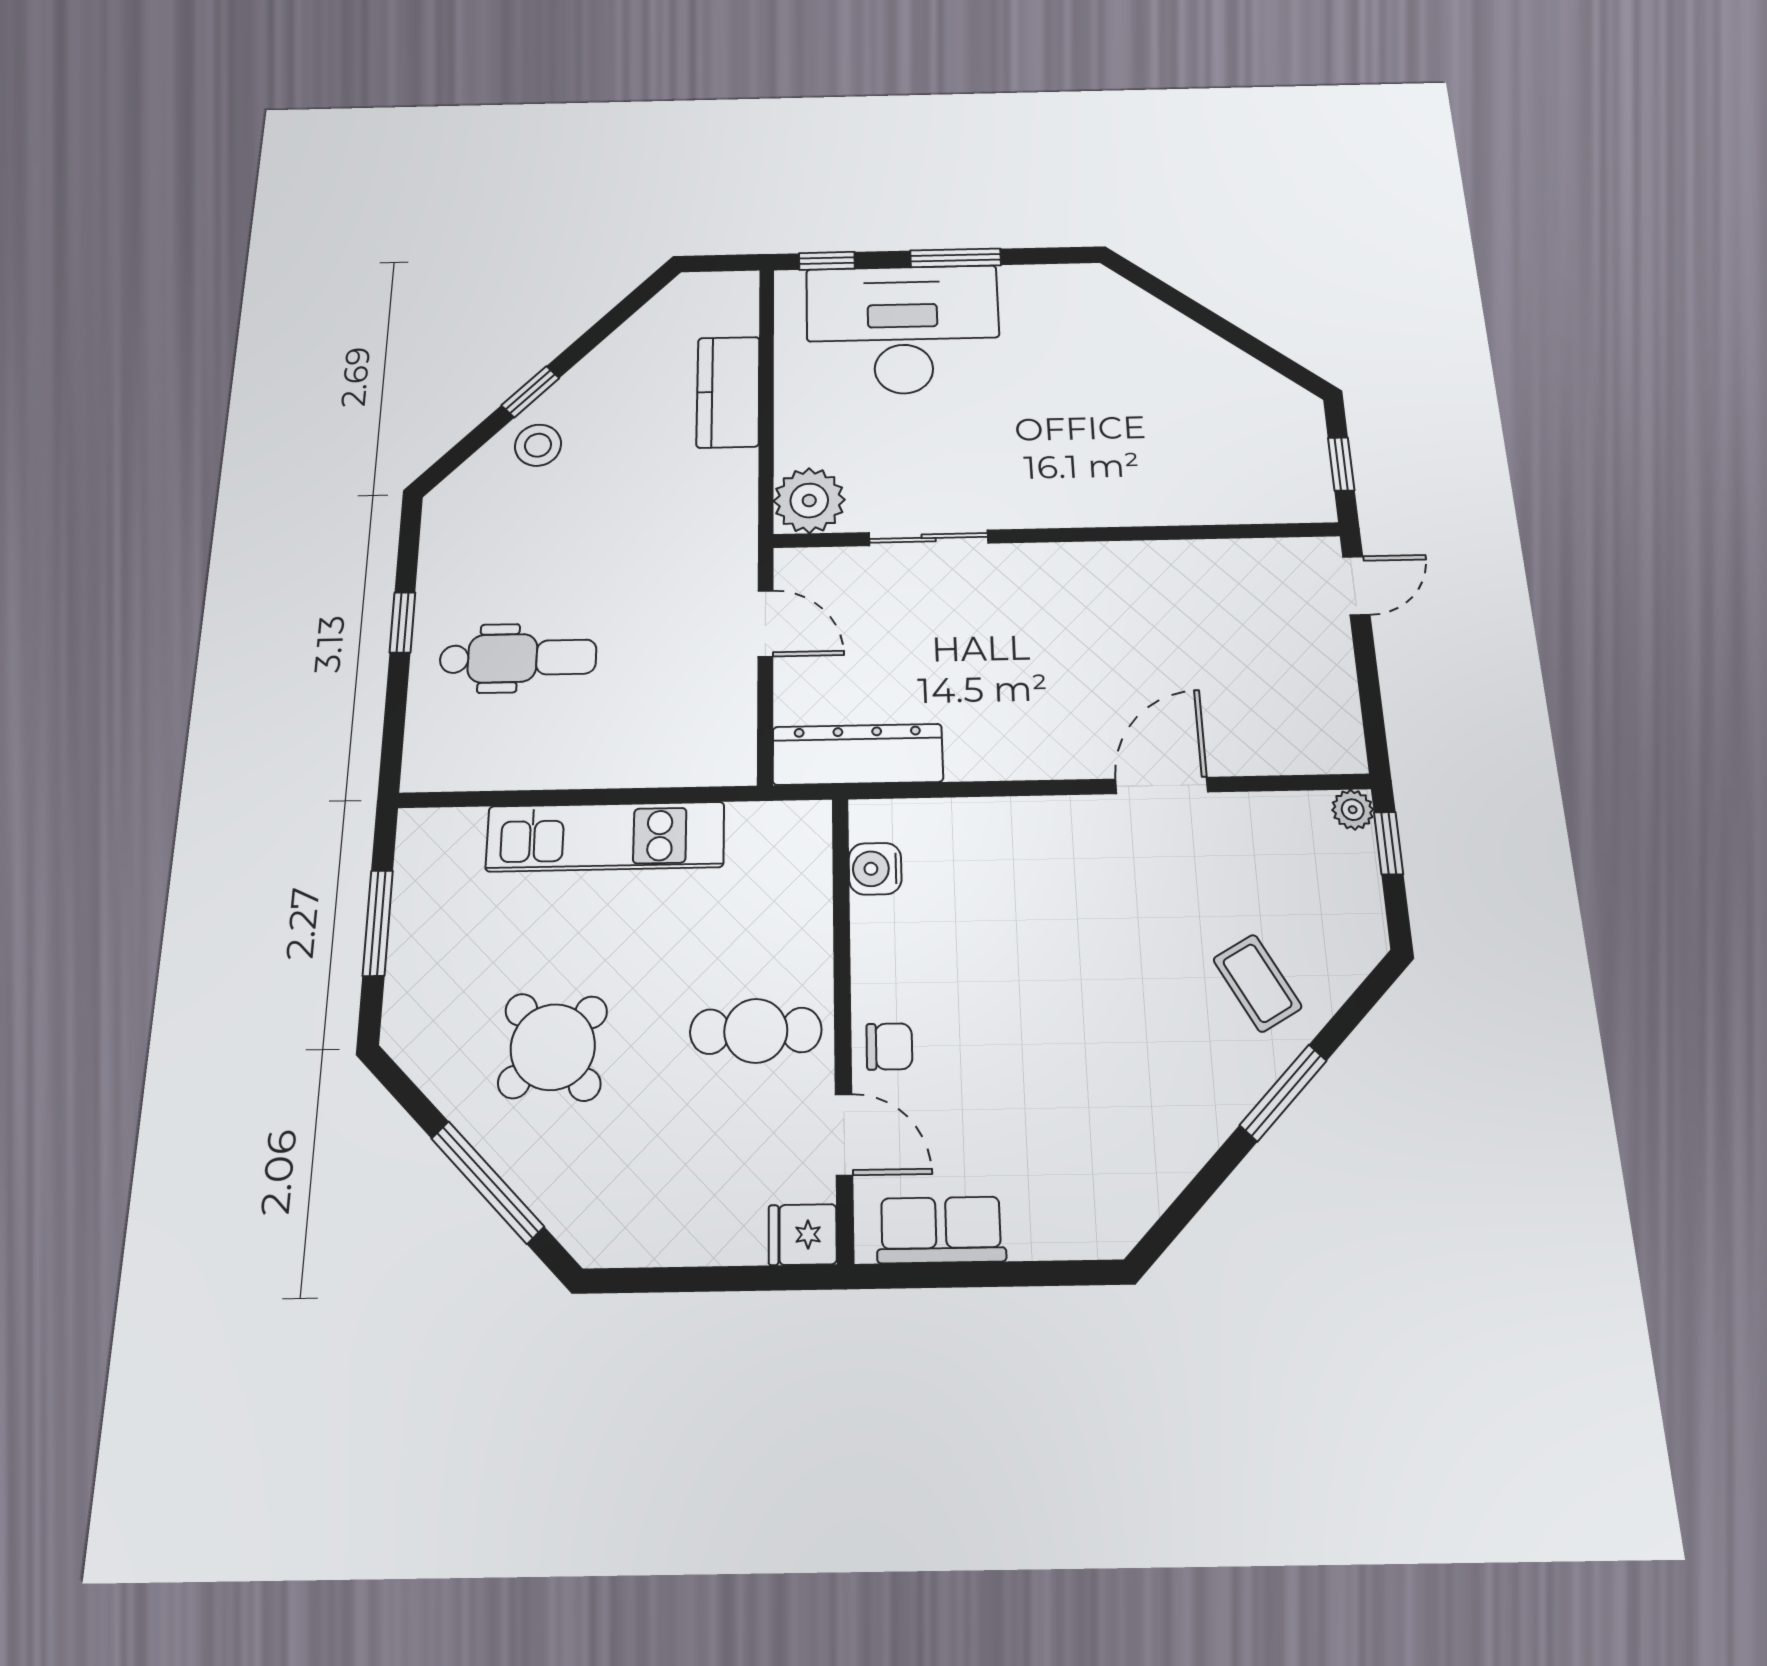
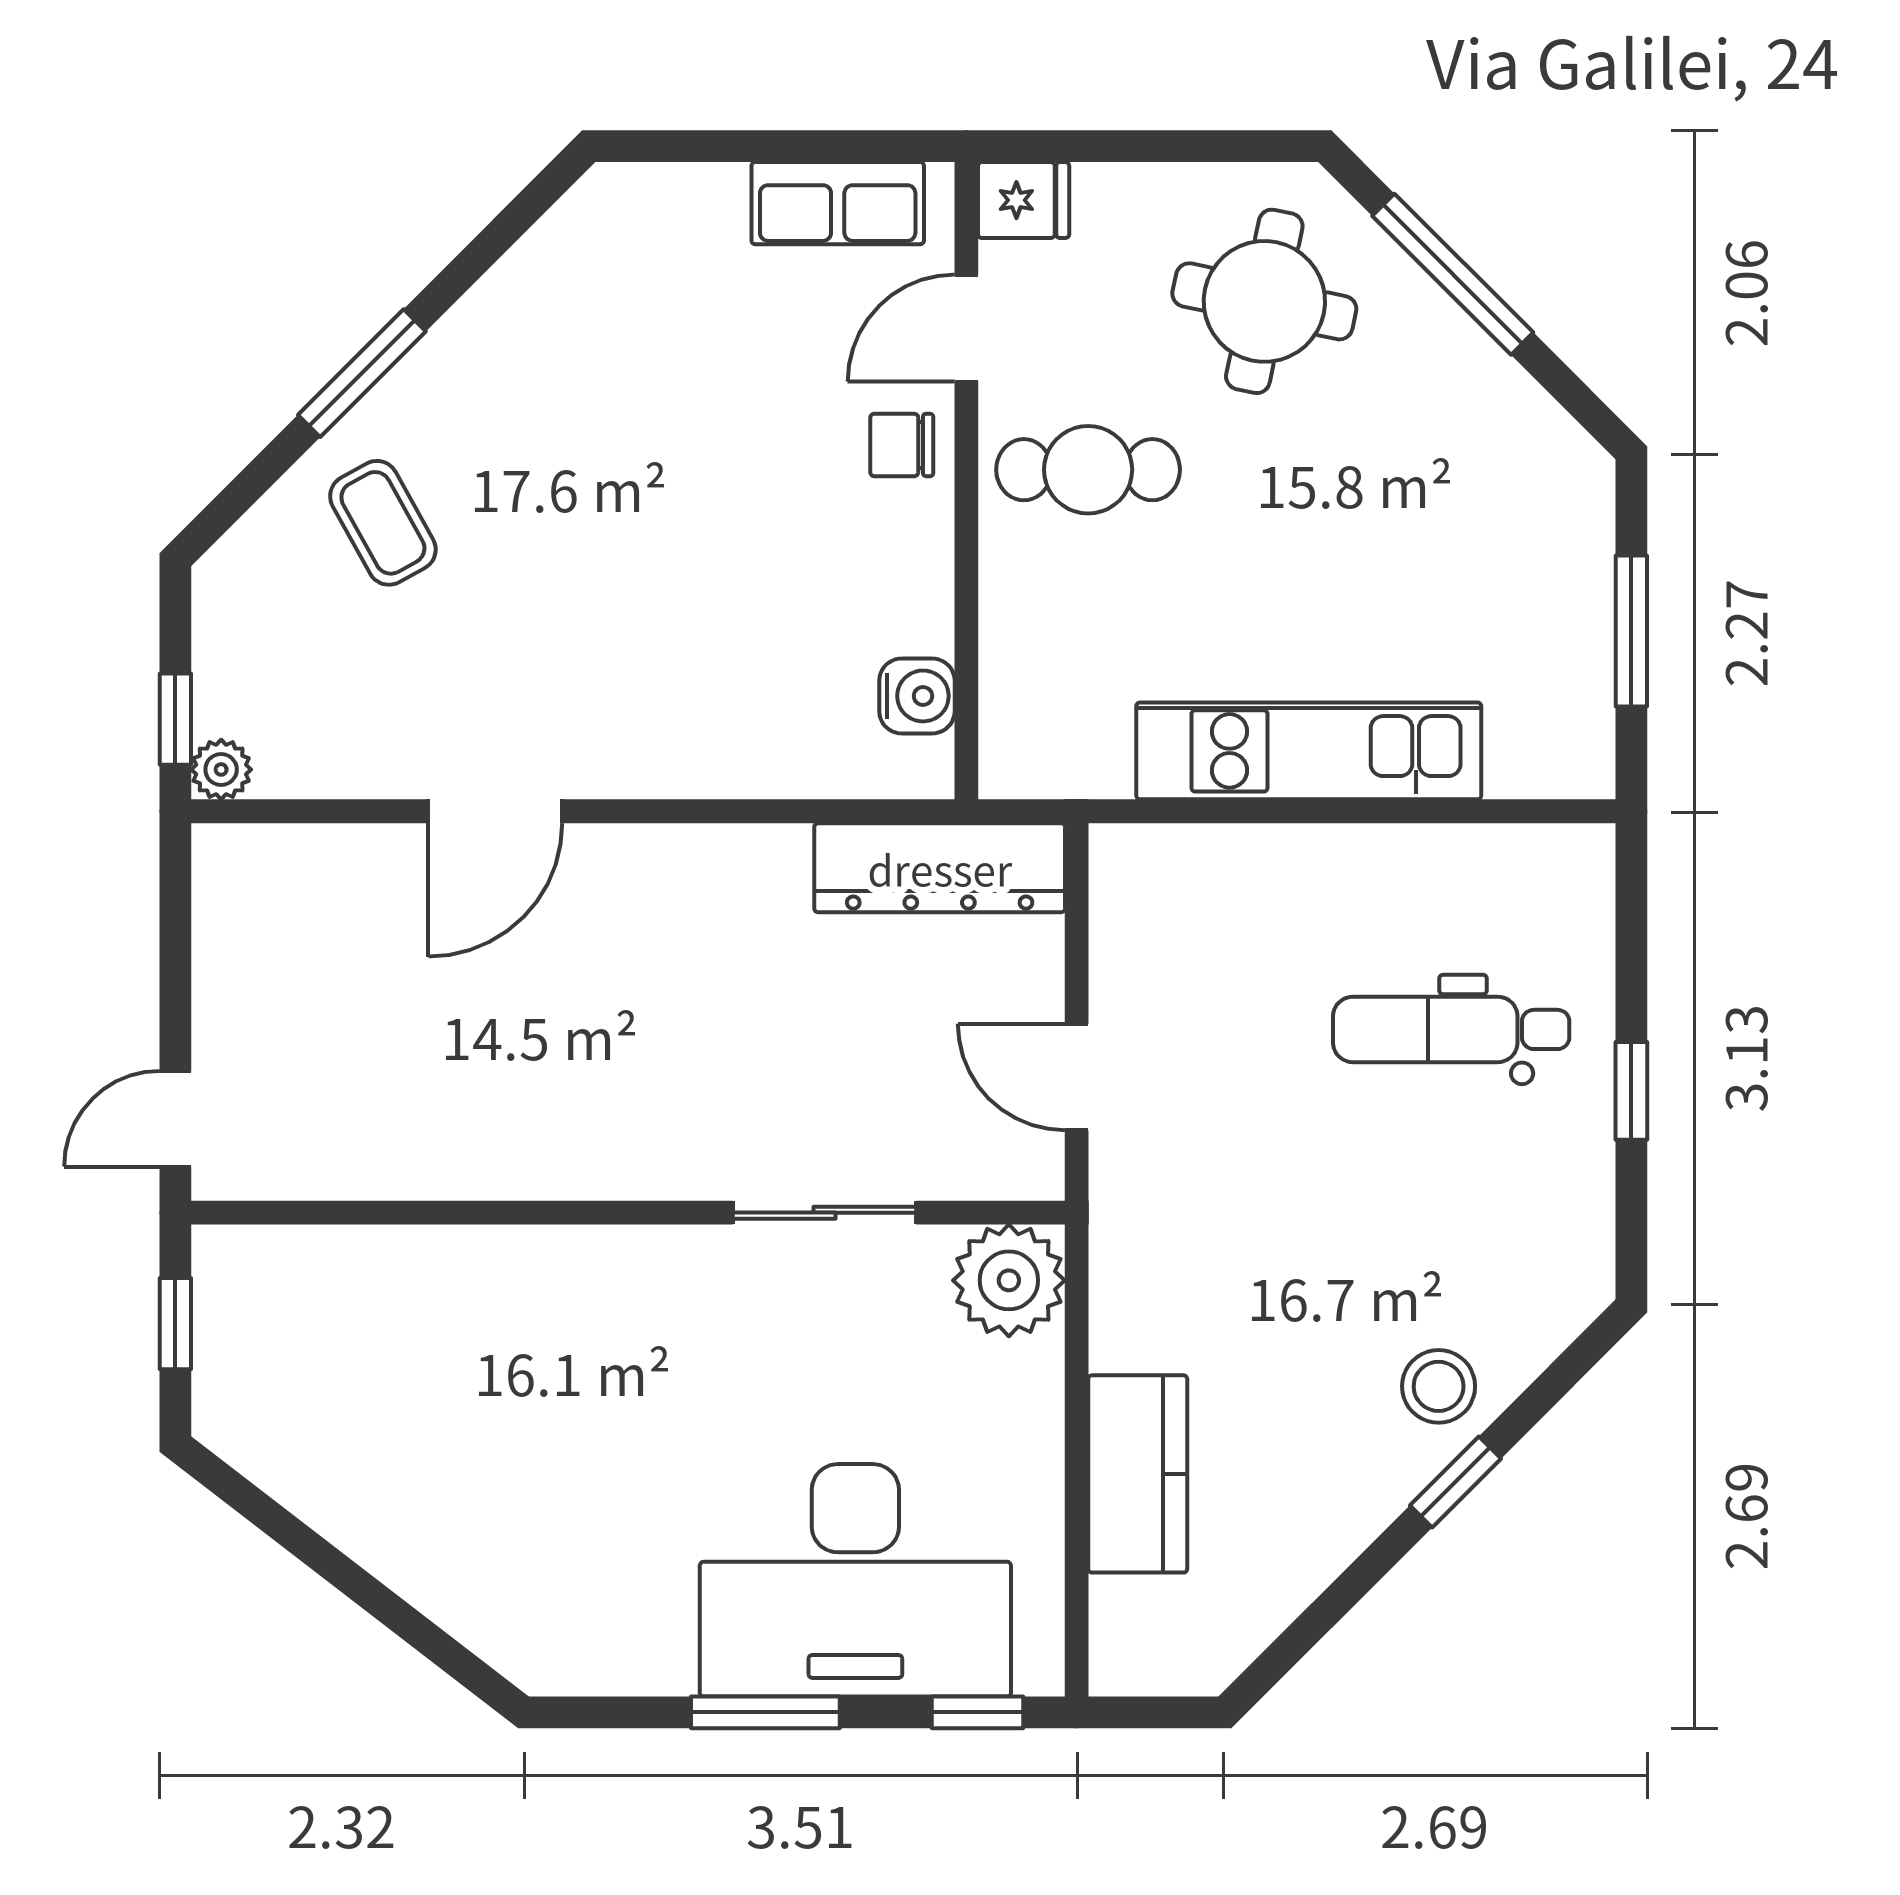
round table: (553, 1047) -> (1264, 301), moved, turned -36
door: (844, 1135) -> (966, 328), hinge flipped

